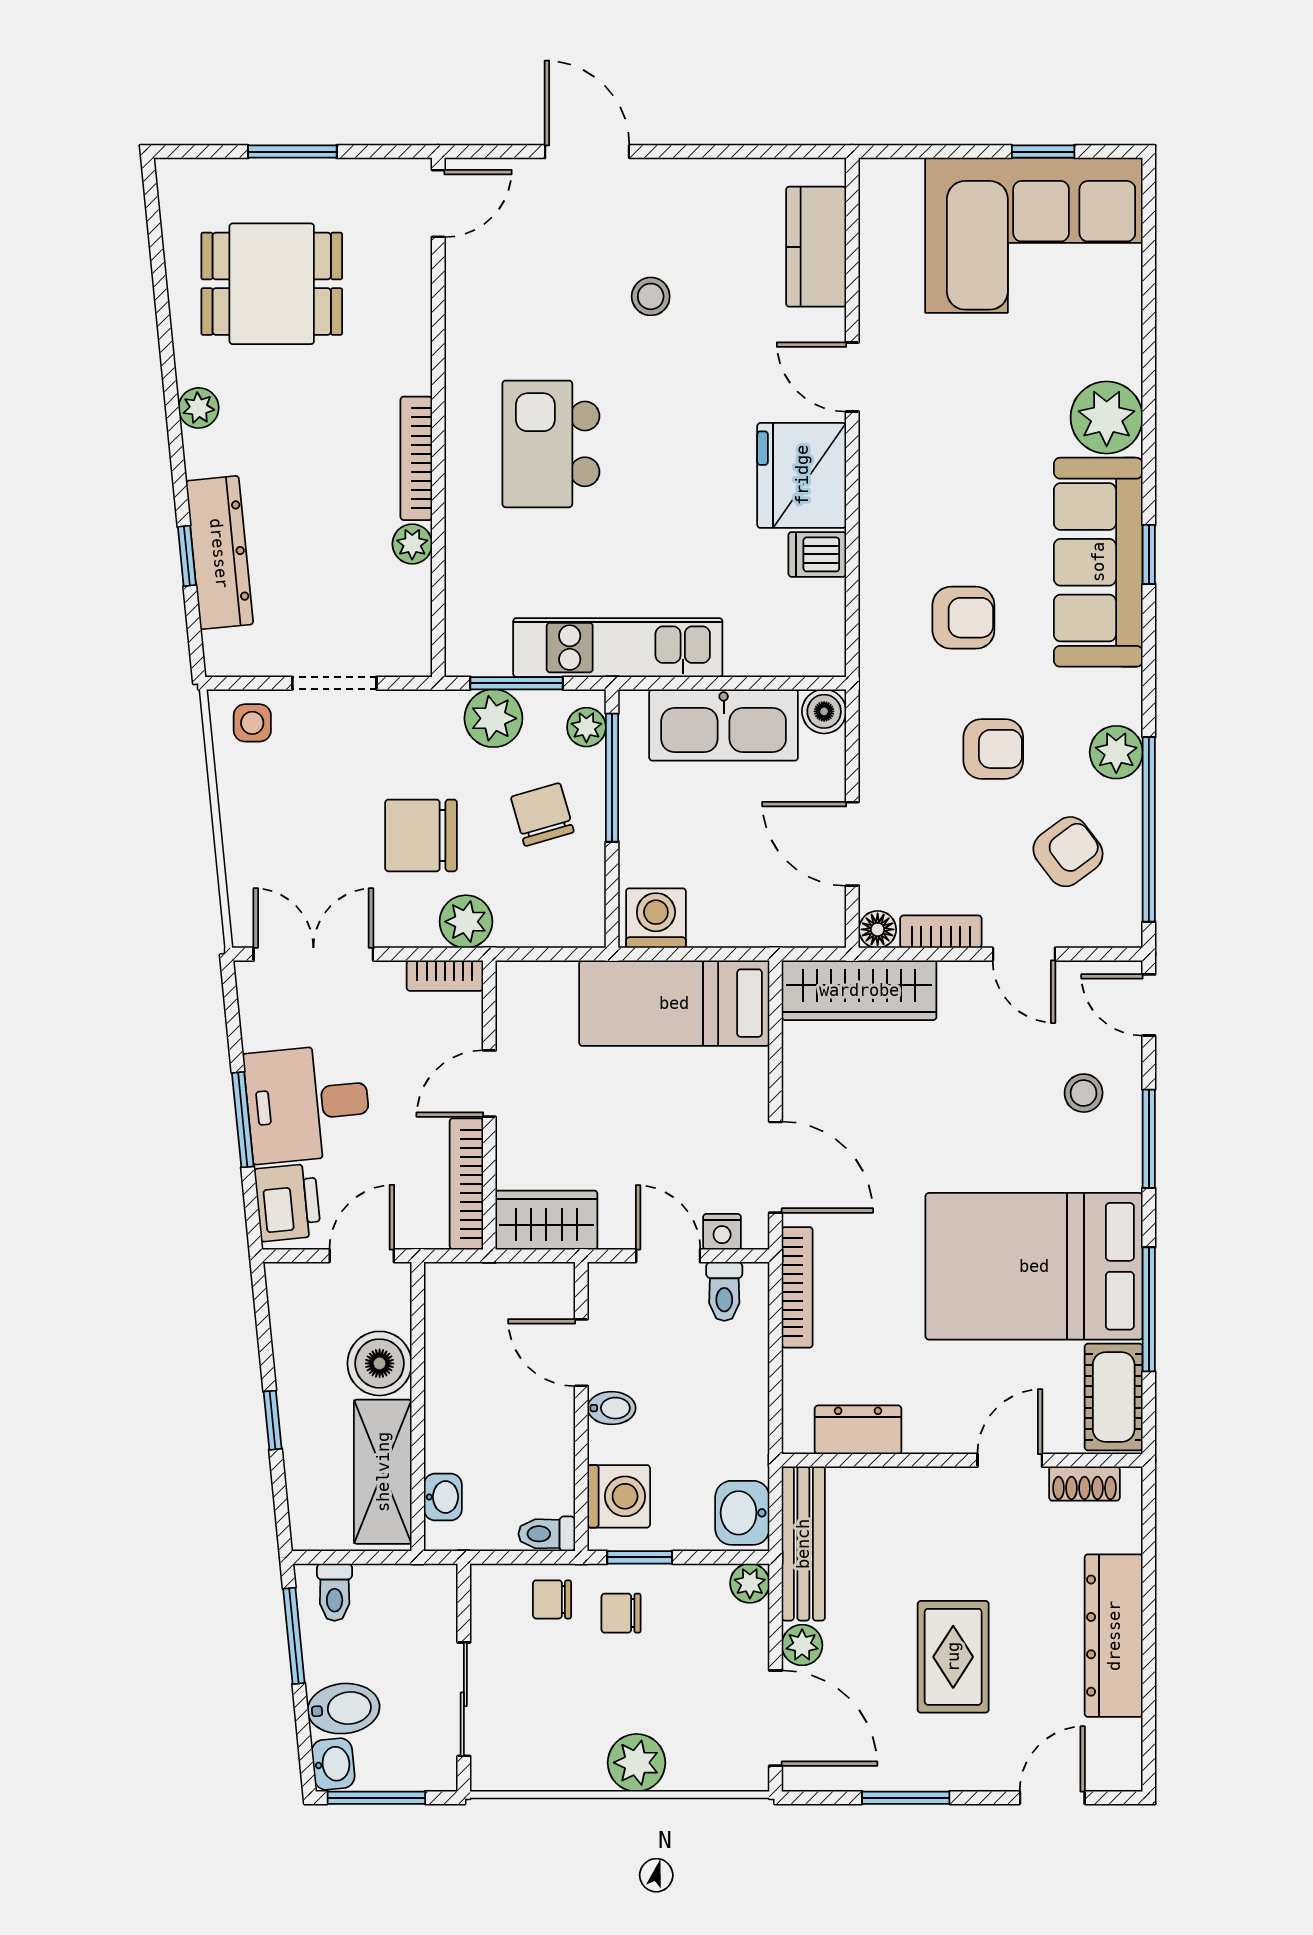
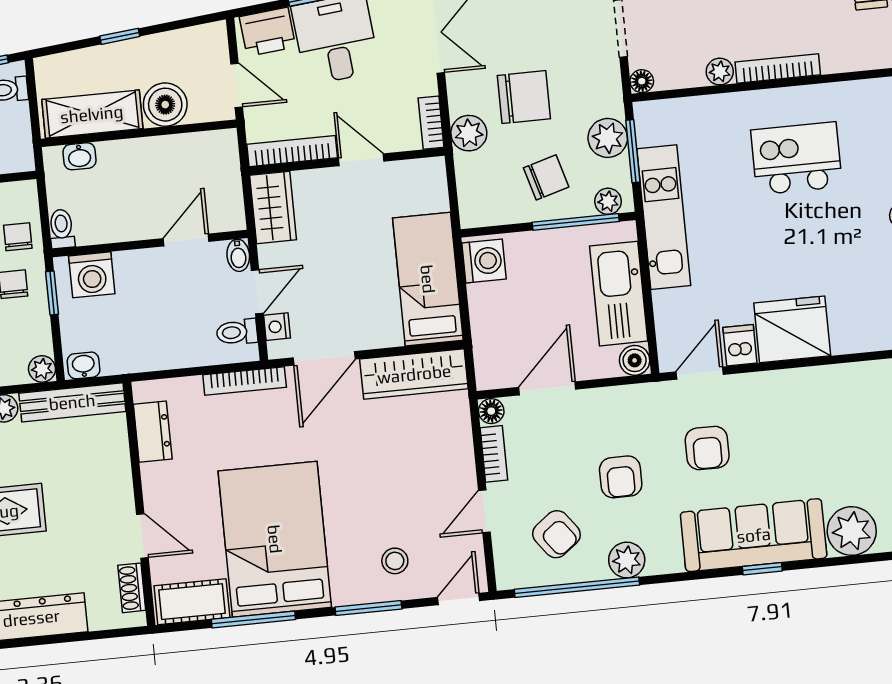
door: (852, 377) -> (700, 373), moved
floor lamp: (415, 660) -> (642, 81), added
chair: (421, 835) -> (524, 97), turned 90
wardrobe: (859, 990) -> (414, 374), moved, turned -90
bidet: (612, 1408) -> (238, 255), moved
washbasin: (742, 1513) -> (84, 365), width x0.72, depth x0.69

